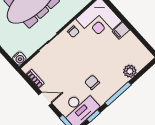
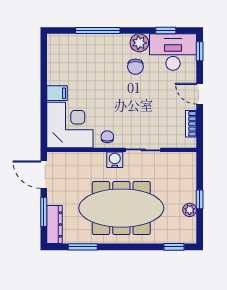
water cooler: (19, 59) -> (115, 160), moved
plant: (130, 71) -> (139, 43), moved
window: (118, 94) -> (98, 30), moved

